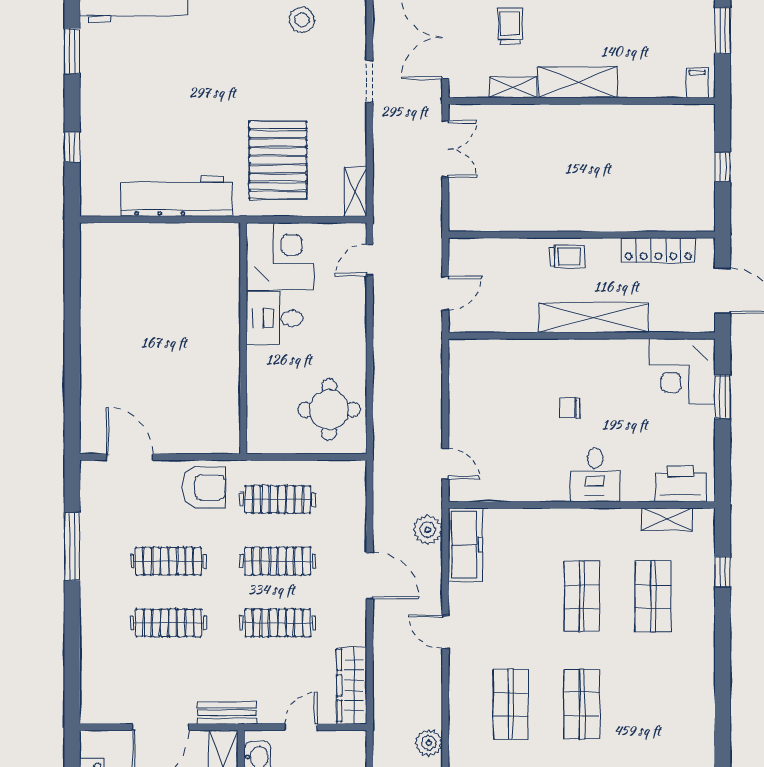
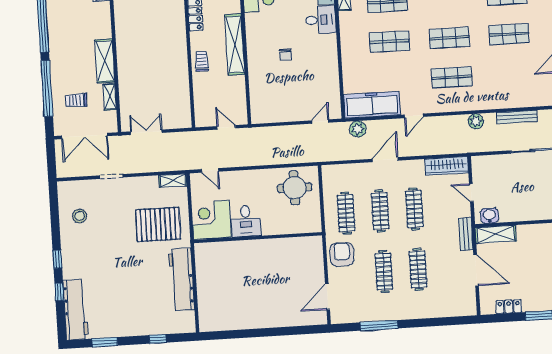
desk: (595, 475) -> (321, 20), moved
freezer: (465, 545) -> (372, 105), width x1.36, depth x1.26

